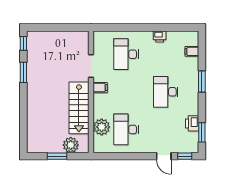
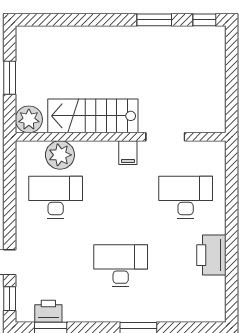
printer: (160, 37) -> (211, 255), width x1.87, depth x1.48
filing cabinet: (192, 51) -> (190, 311), removed
printer: (192, 123) -> (48, 311), moved
plant: (71, 145) -> (29, 119), moved

